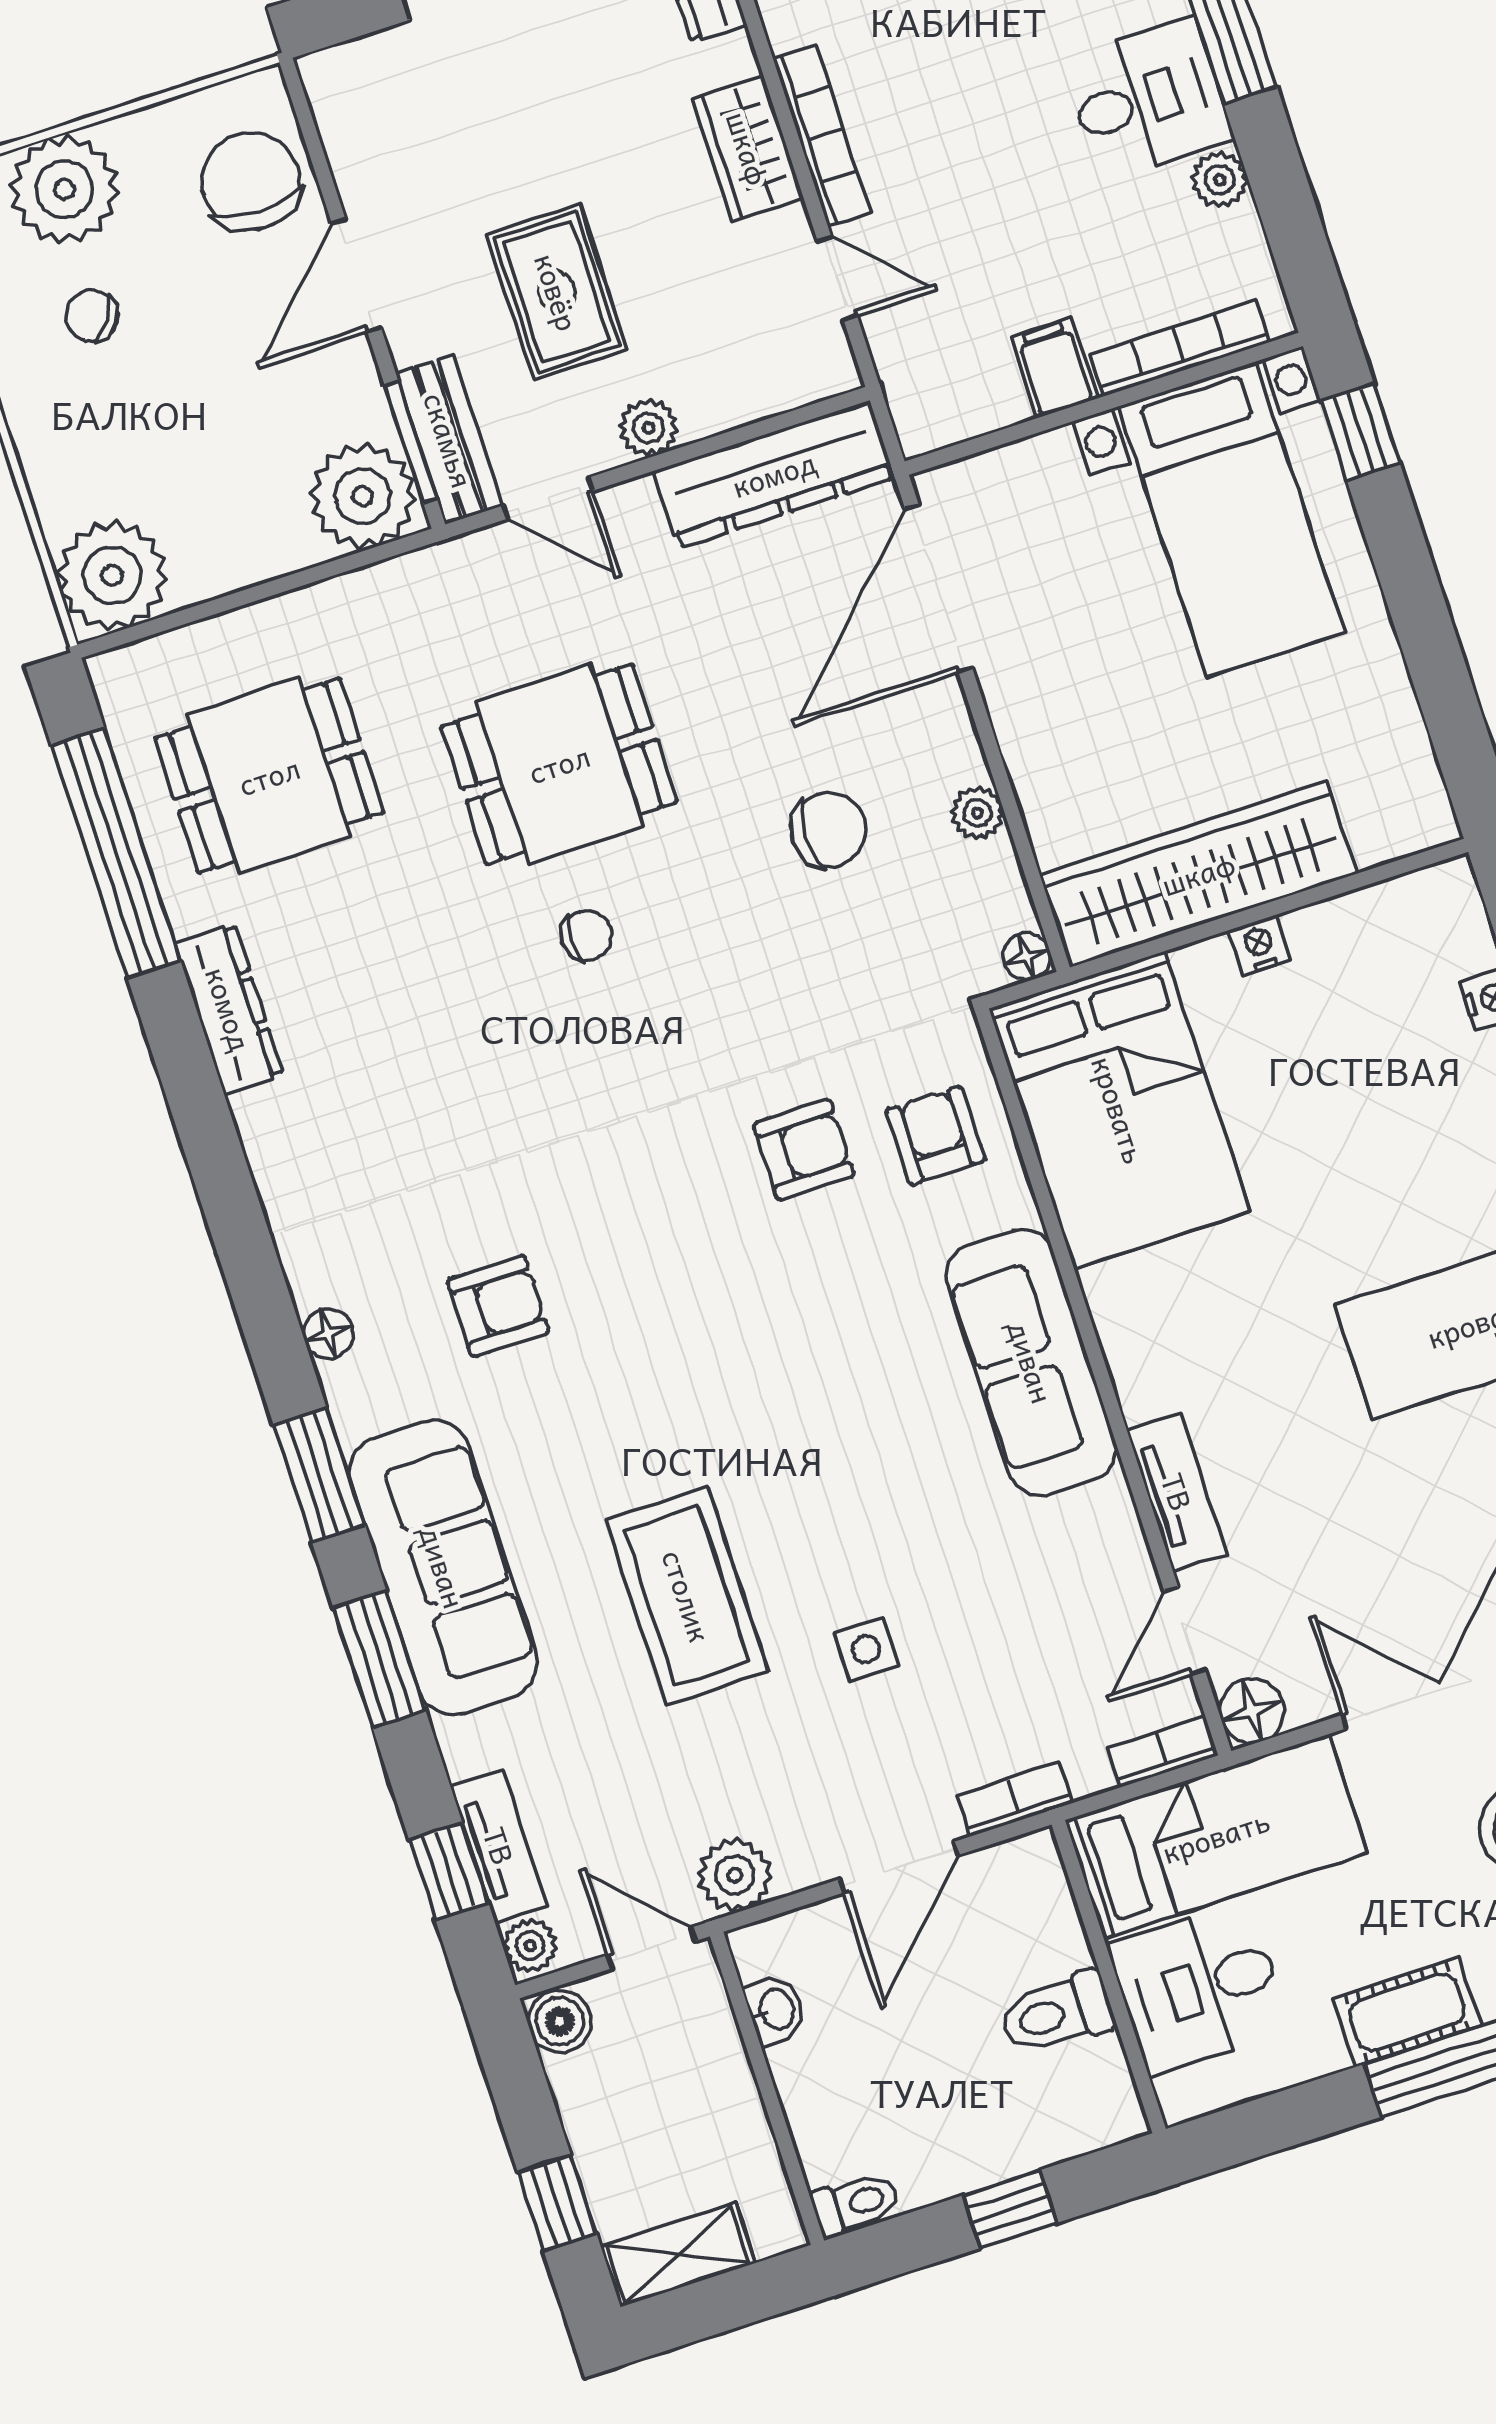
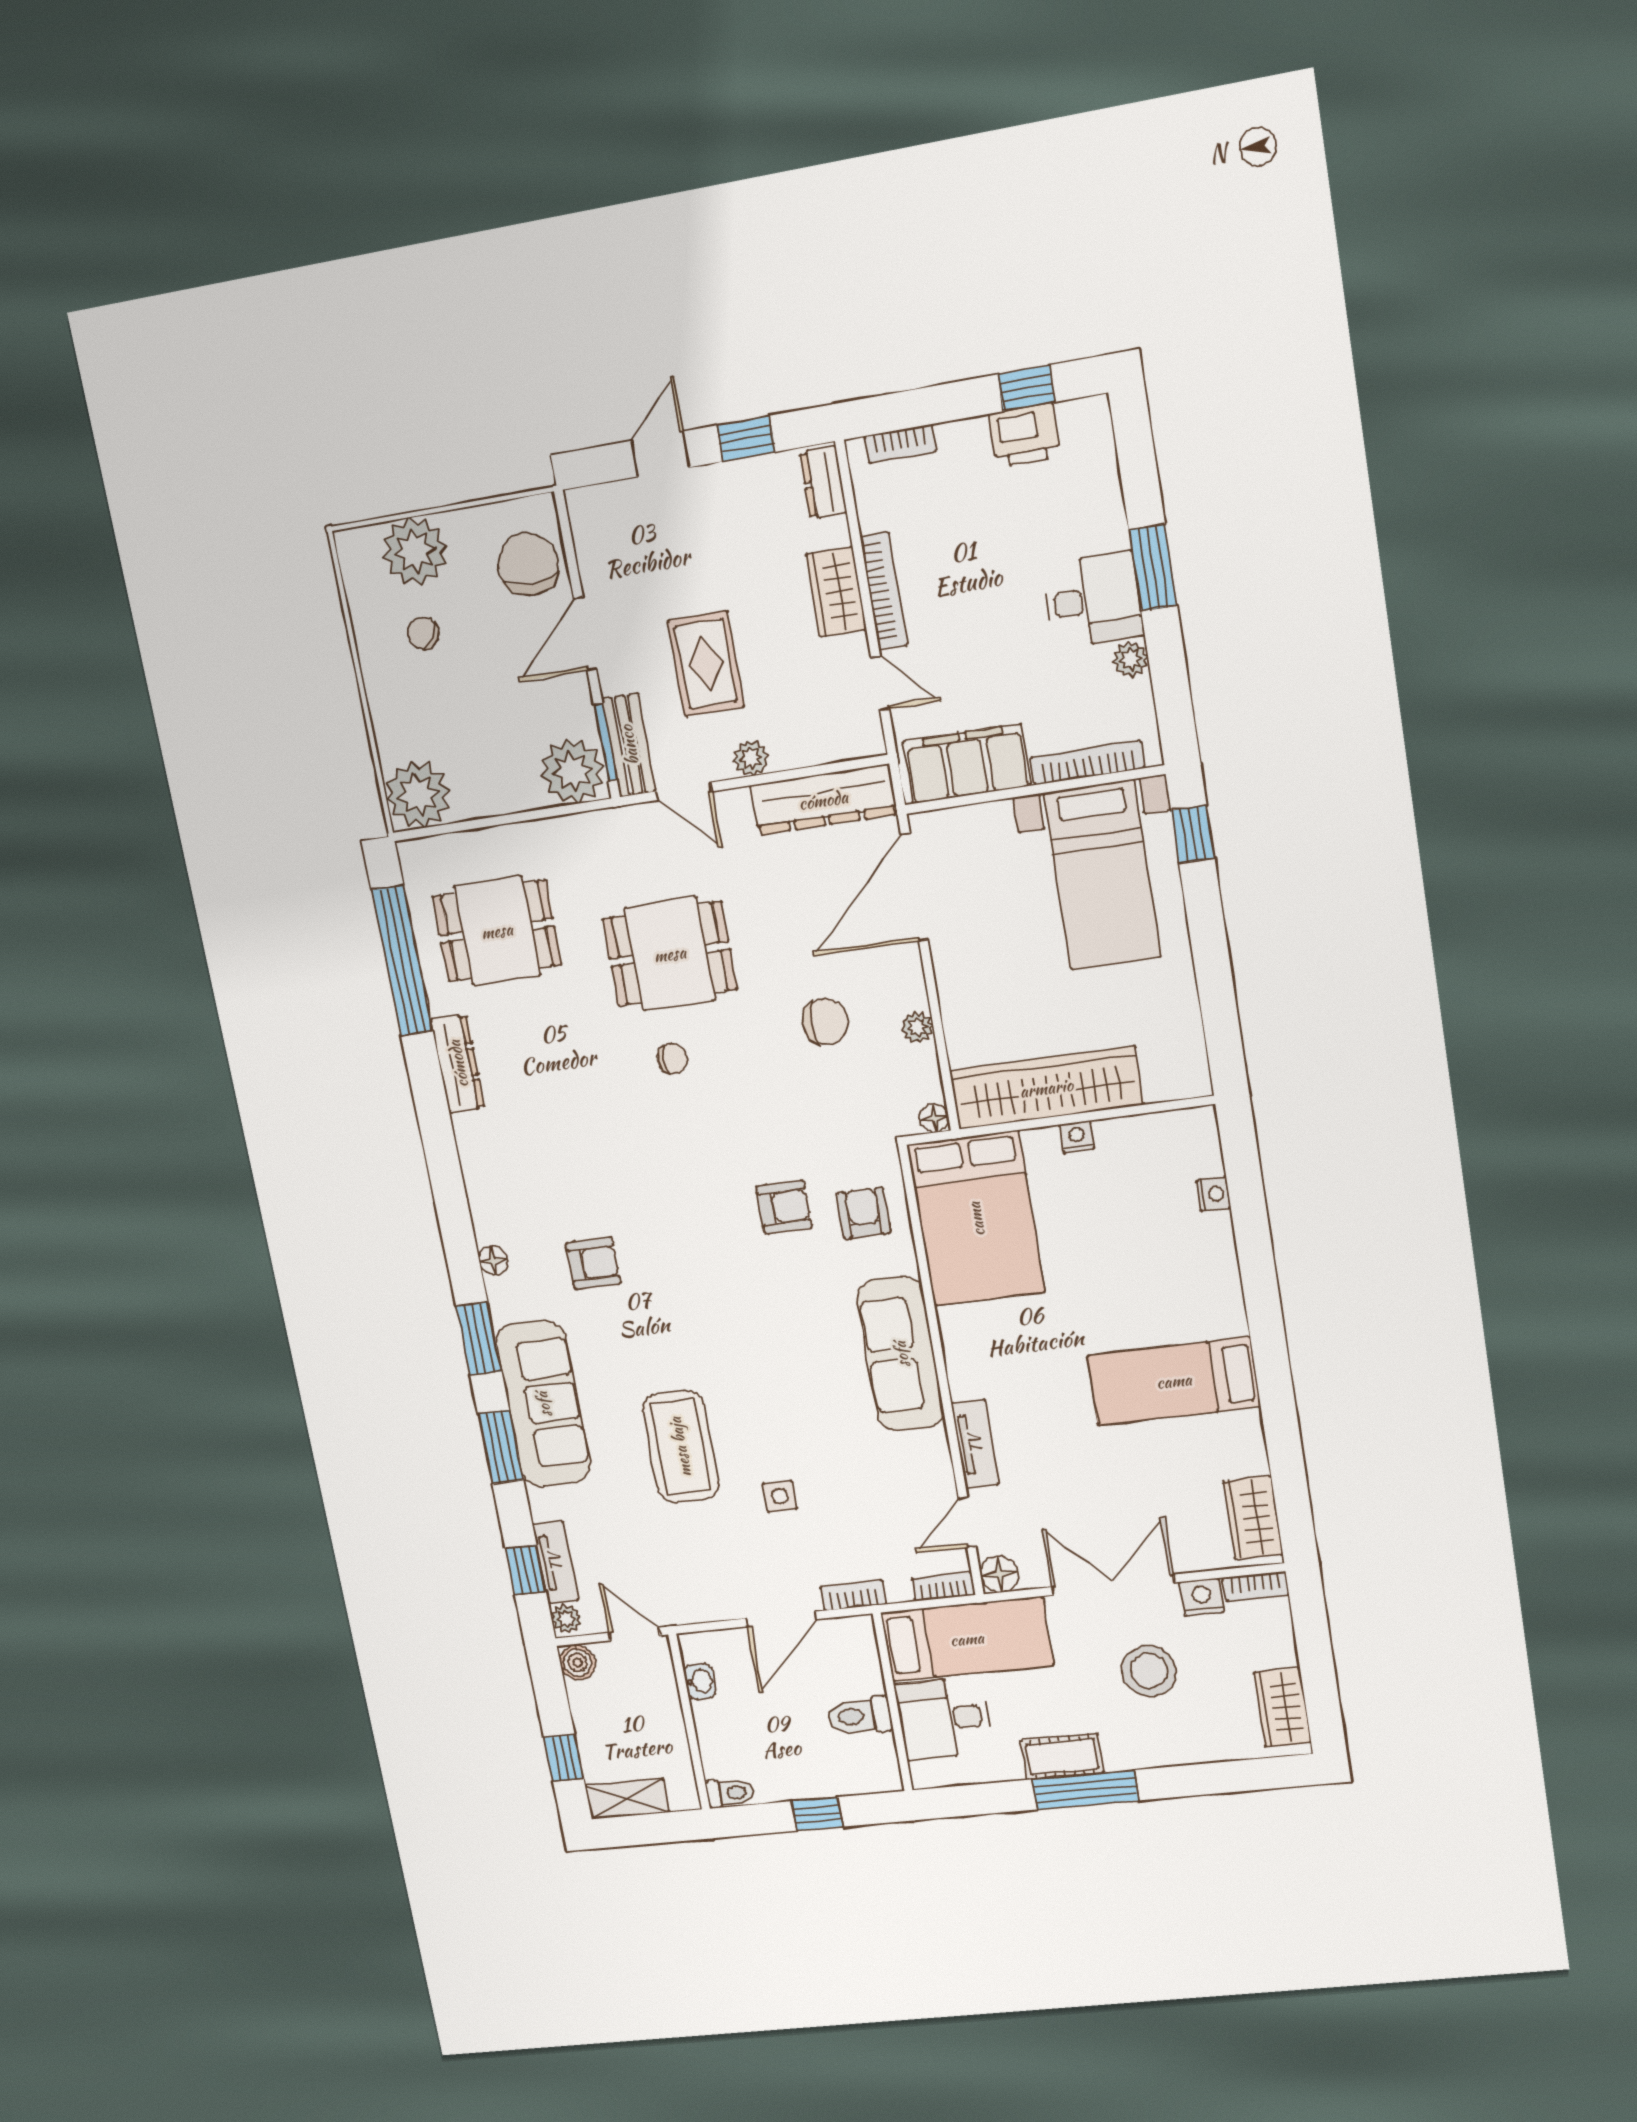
filing cabinet: (1054, 368) -> (967, 764), width x3.00, depth x1.17
plant: (735, 1875) -> (687, 1604), removed

